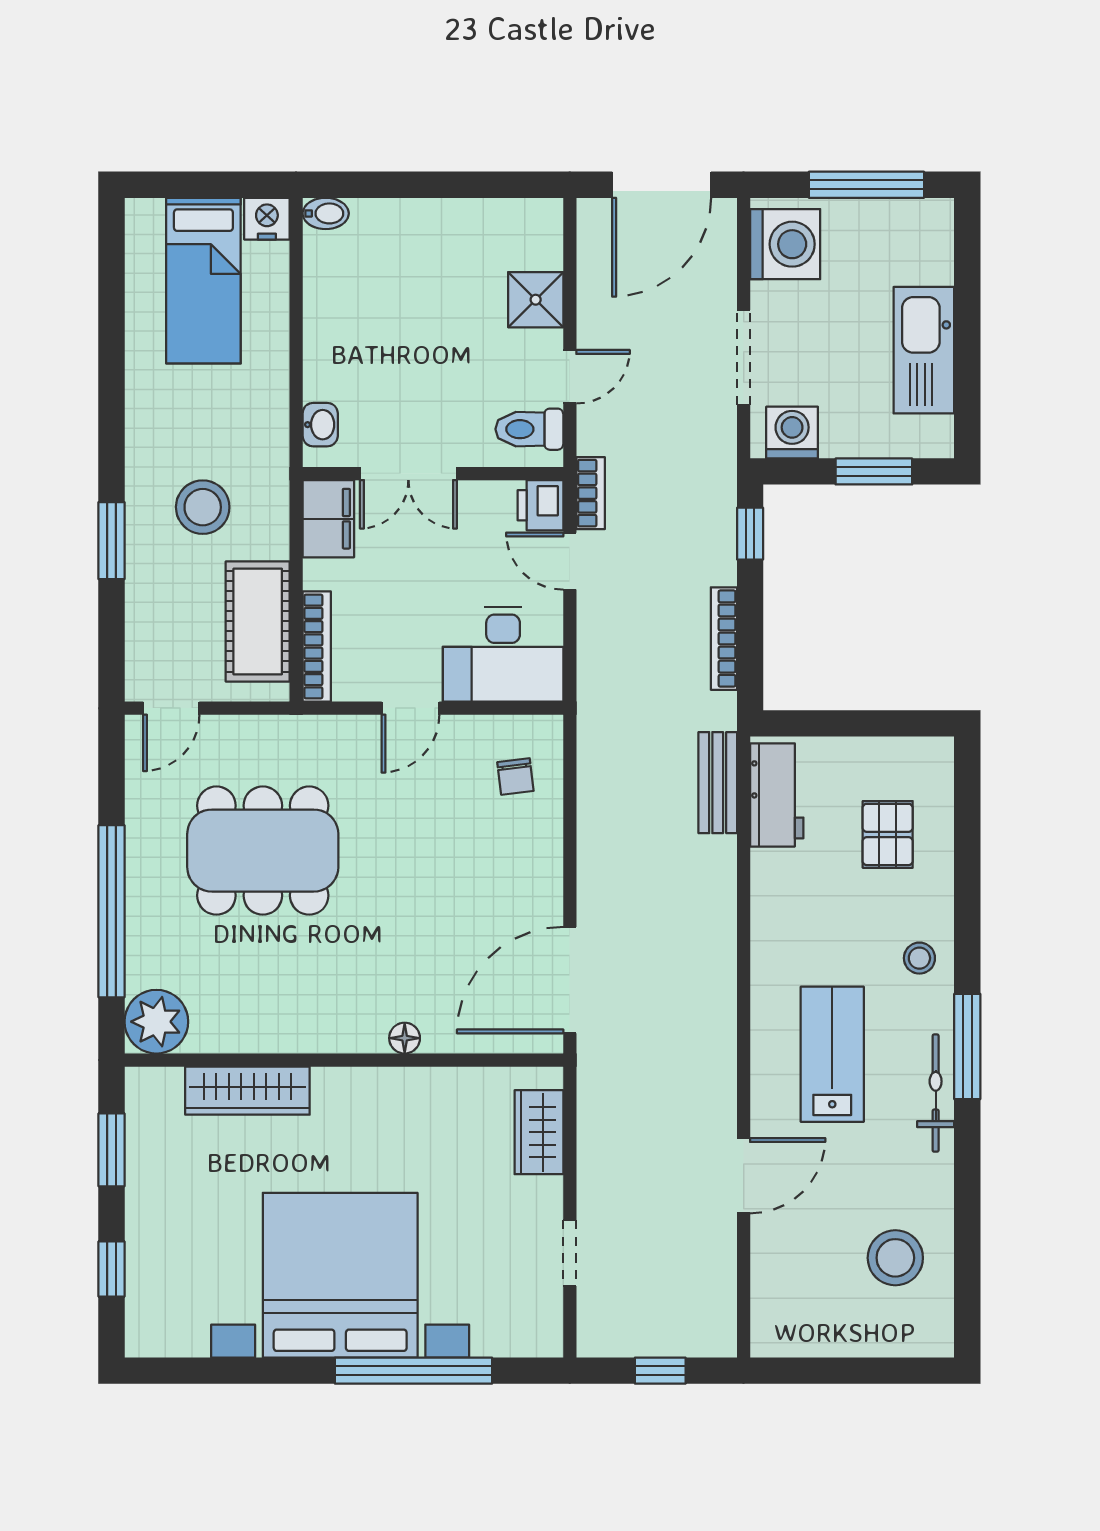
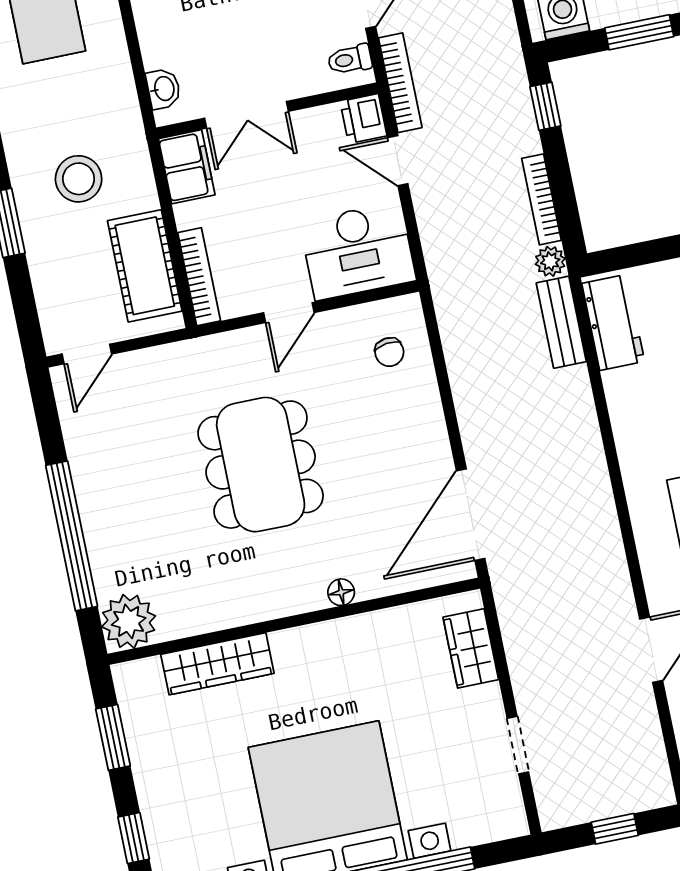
toilet: (529, 429) -> (350, 59), width x0.73, depth x0.72
bookcase: (591, 493) -> (400, 83), width x1.56
plant: (719, 711) -> (550, 261), added
dining table: (263, 851) -> (261, 465), moved, turned 90

